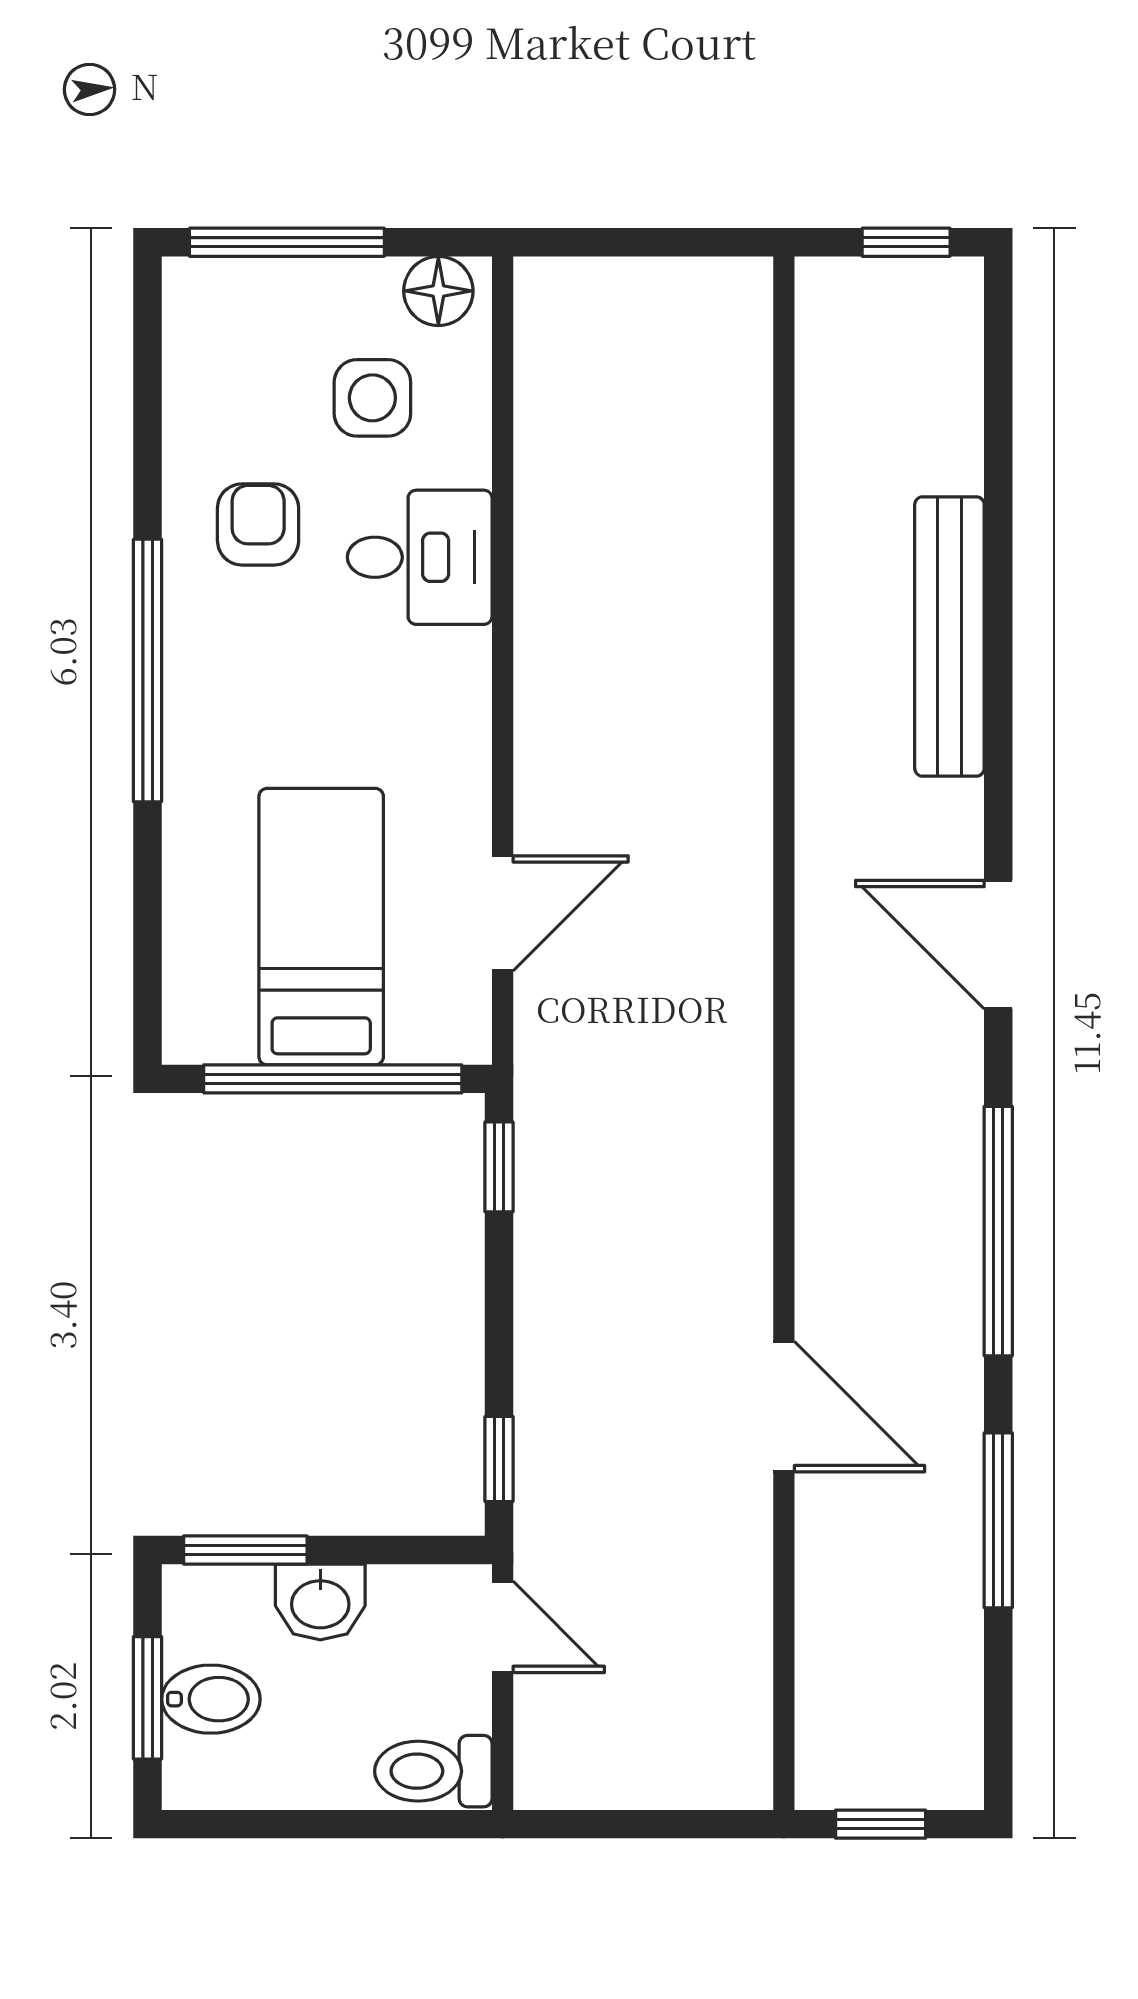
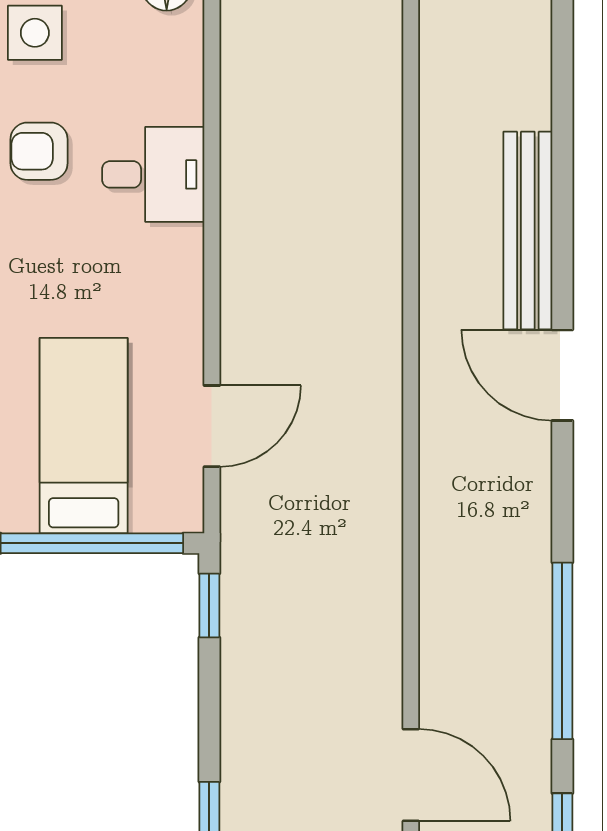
side table: (372, 398) -> (35, 33), moved
armchair: (258, 524) -> (39, 151), turned -90
door: (998, 945) -> (562, 375), moved

